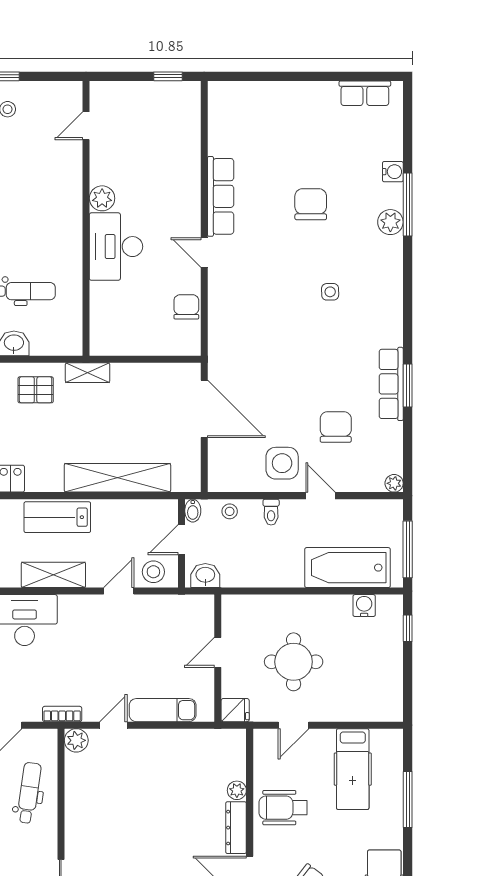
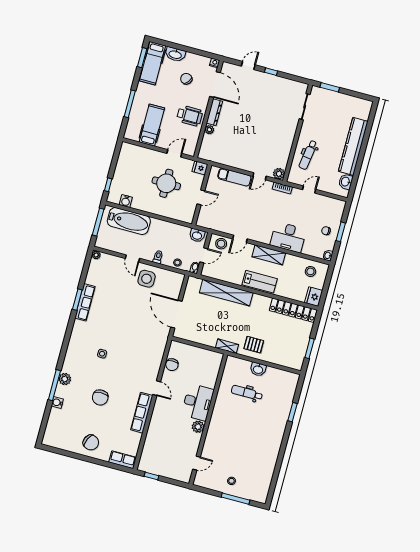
row of seats: (365, 93) -> (122, 460), moved
chair: (336, 427) -> (91, 442), moved, turned -65

